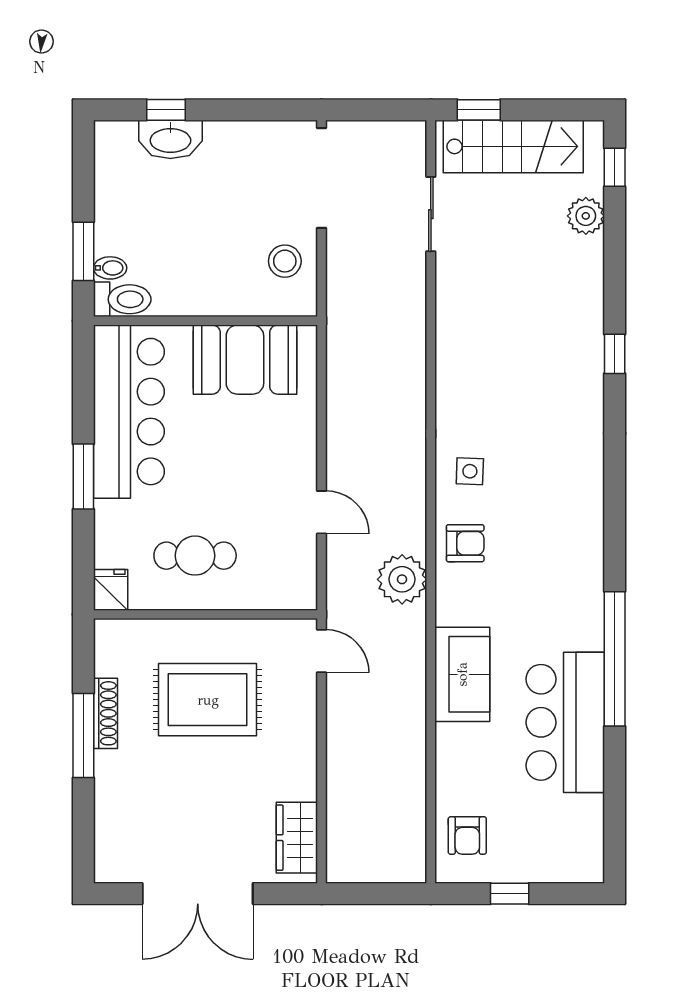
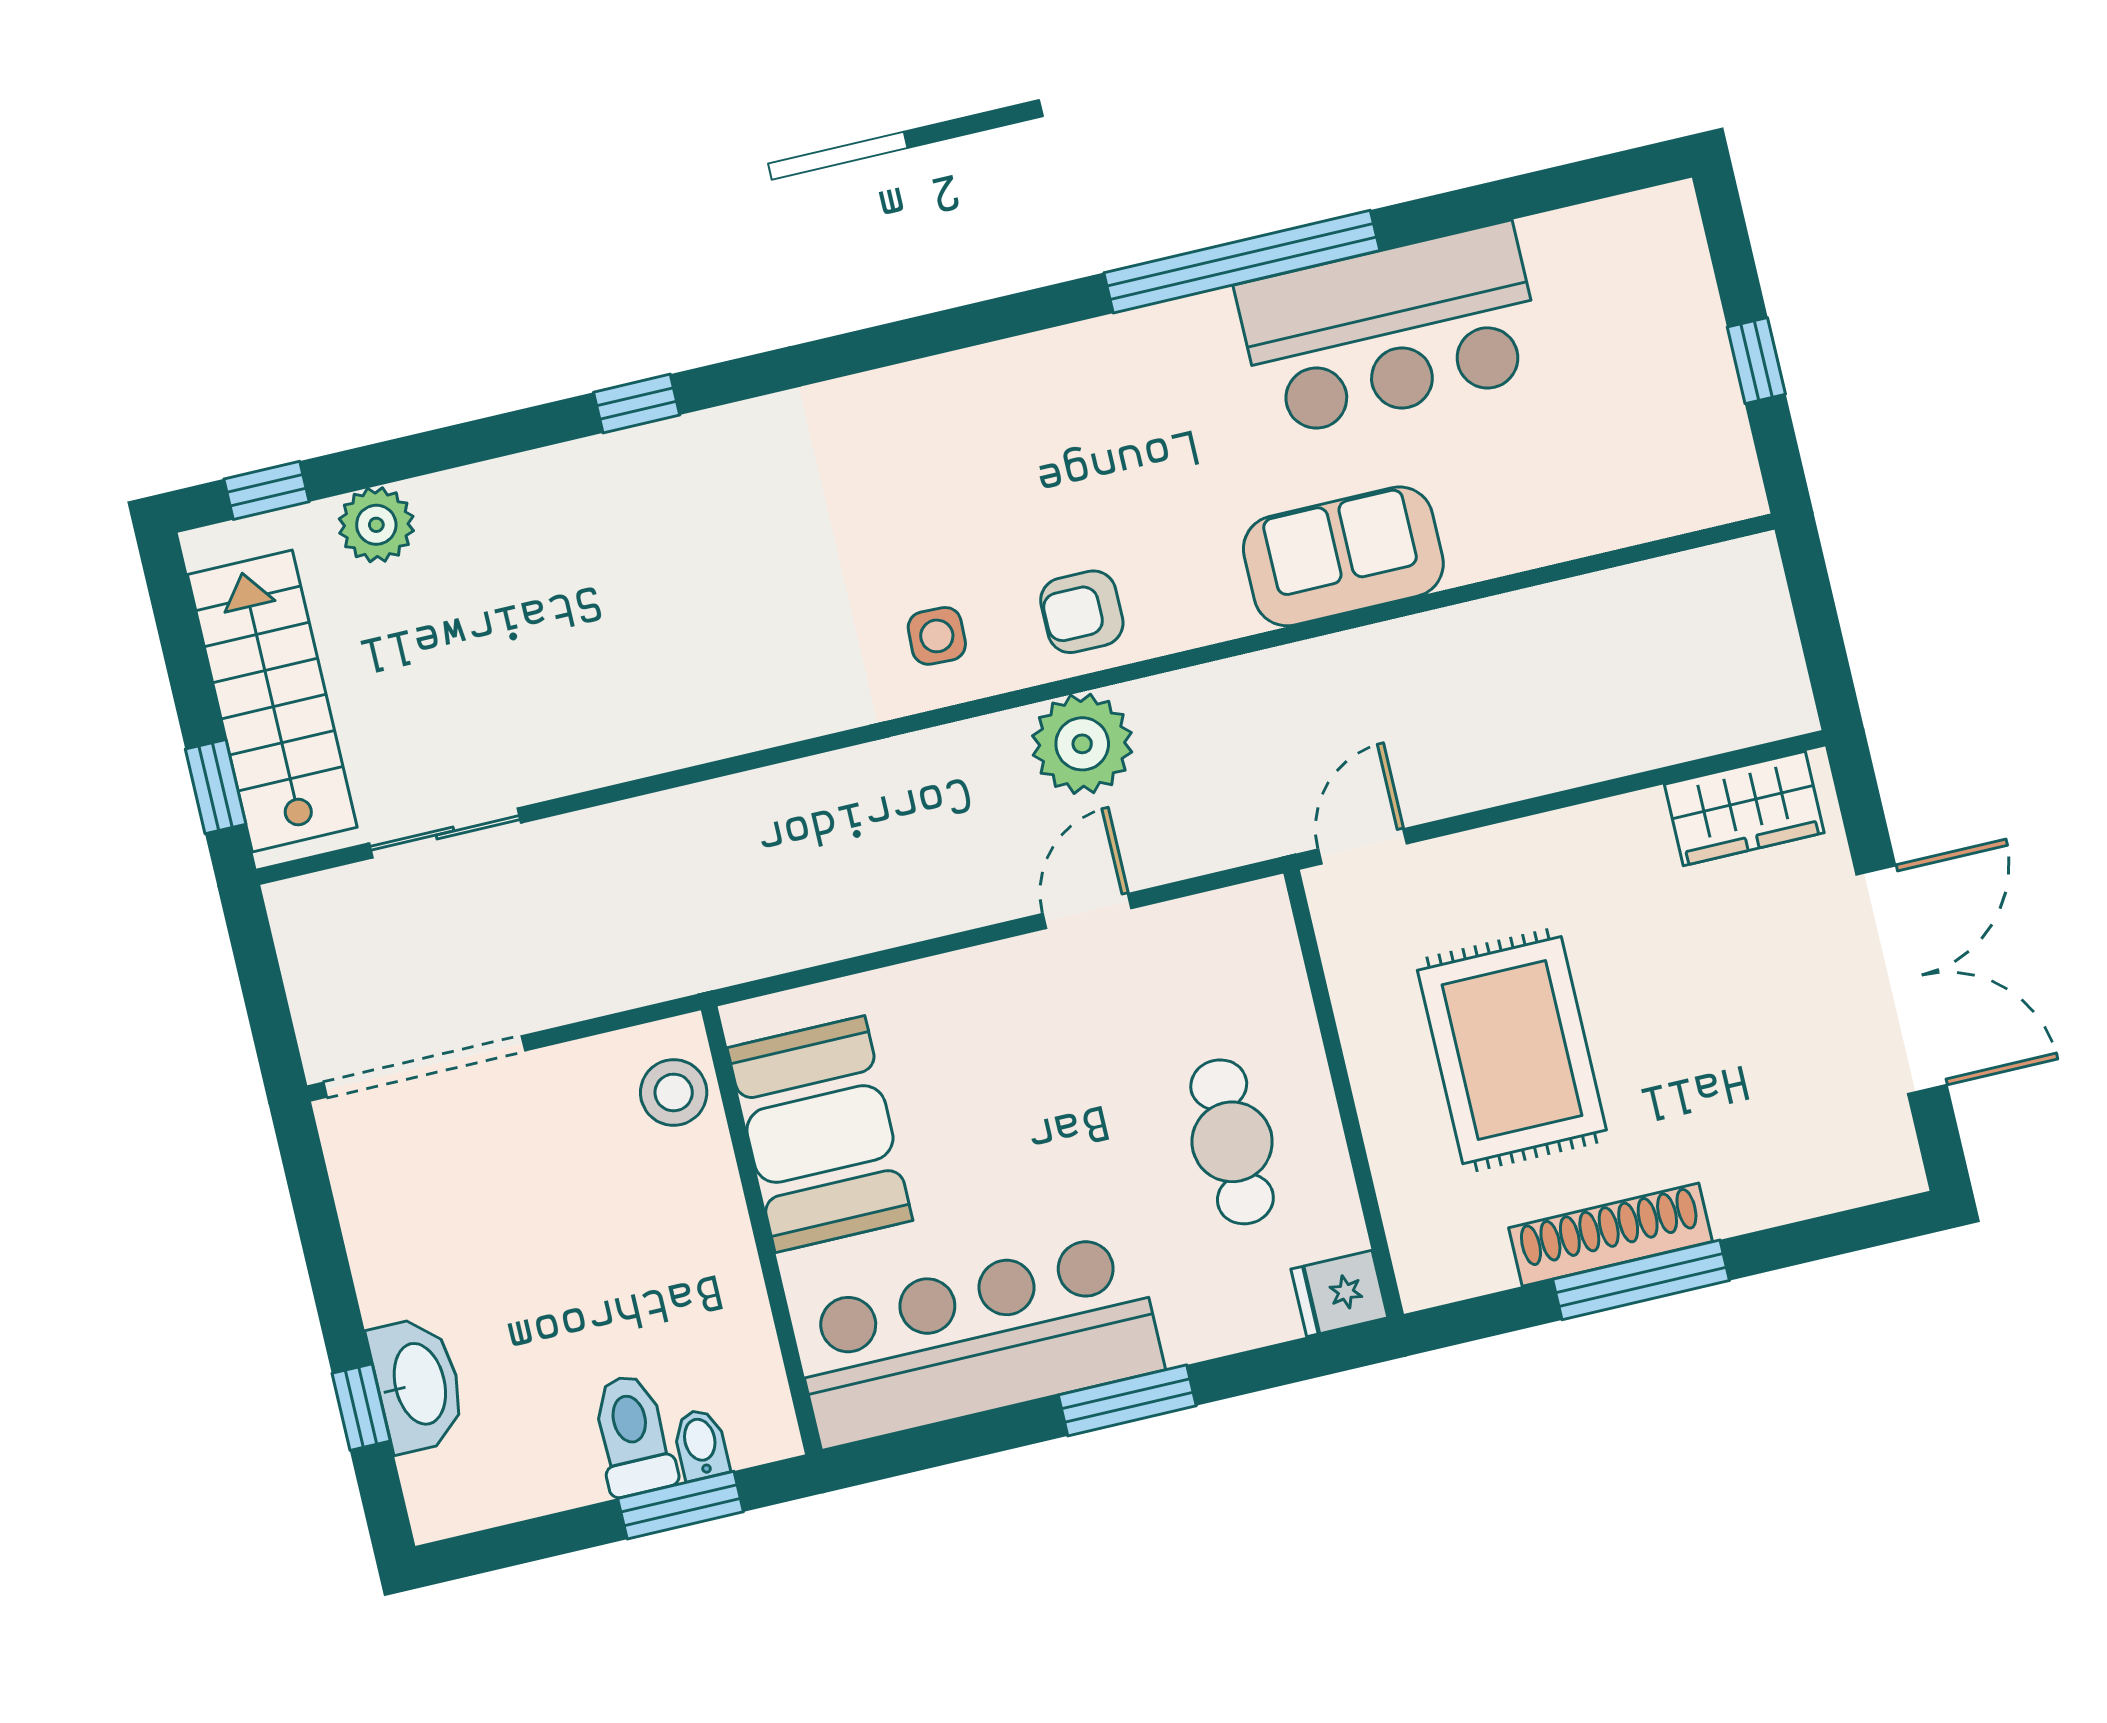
stool: (285, 261) -> (674, 1092), moved
toilet: (122, 299) -> (633, 1435), moved
armchair: (465, 543) -> (1082, 612), turned -90
plant: (402, 579) -> (1082, 744), moved
shoe rack: (106, 713) -> (1611, 1235), width x1.36, depth x1.24
armchair: (467, 836) -> (1661, 472), removed

